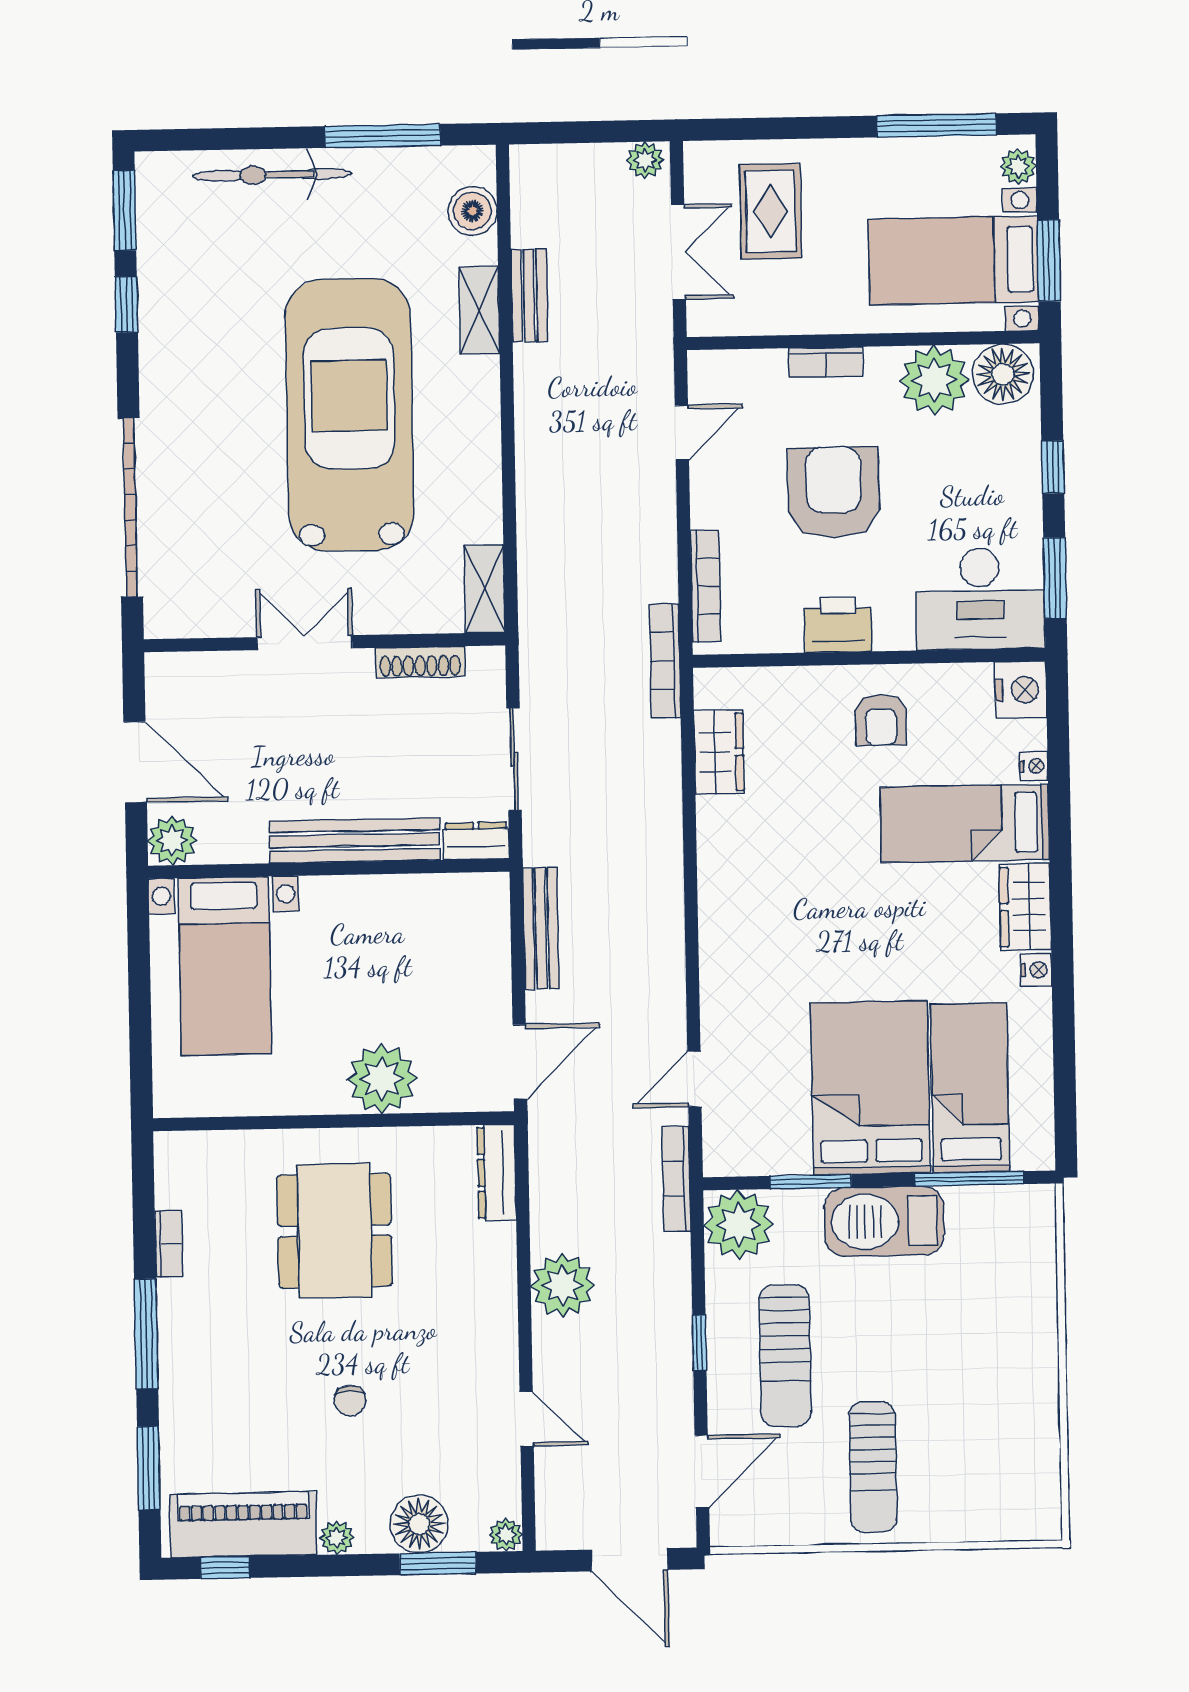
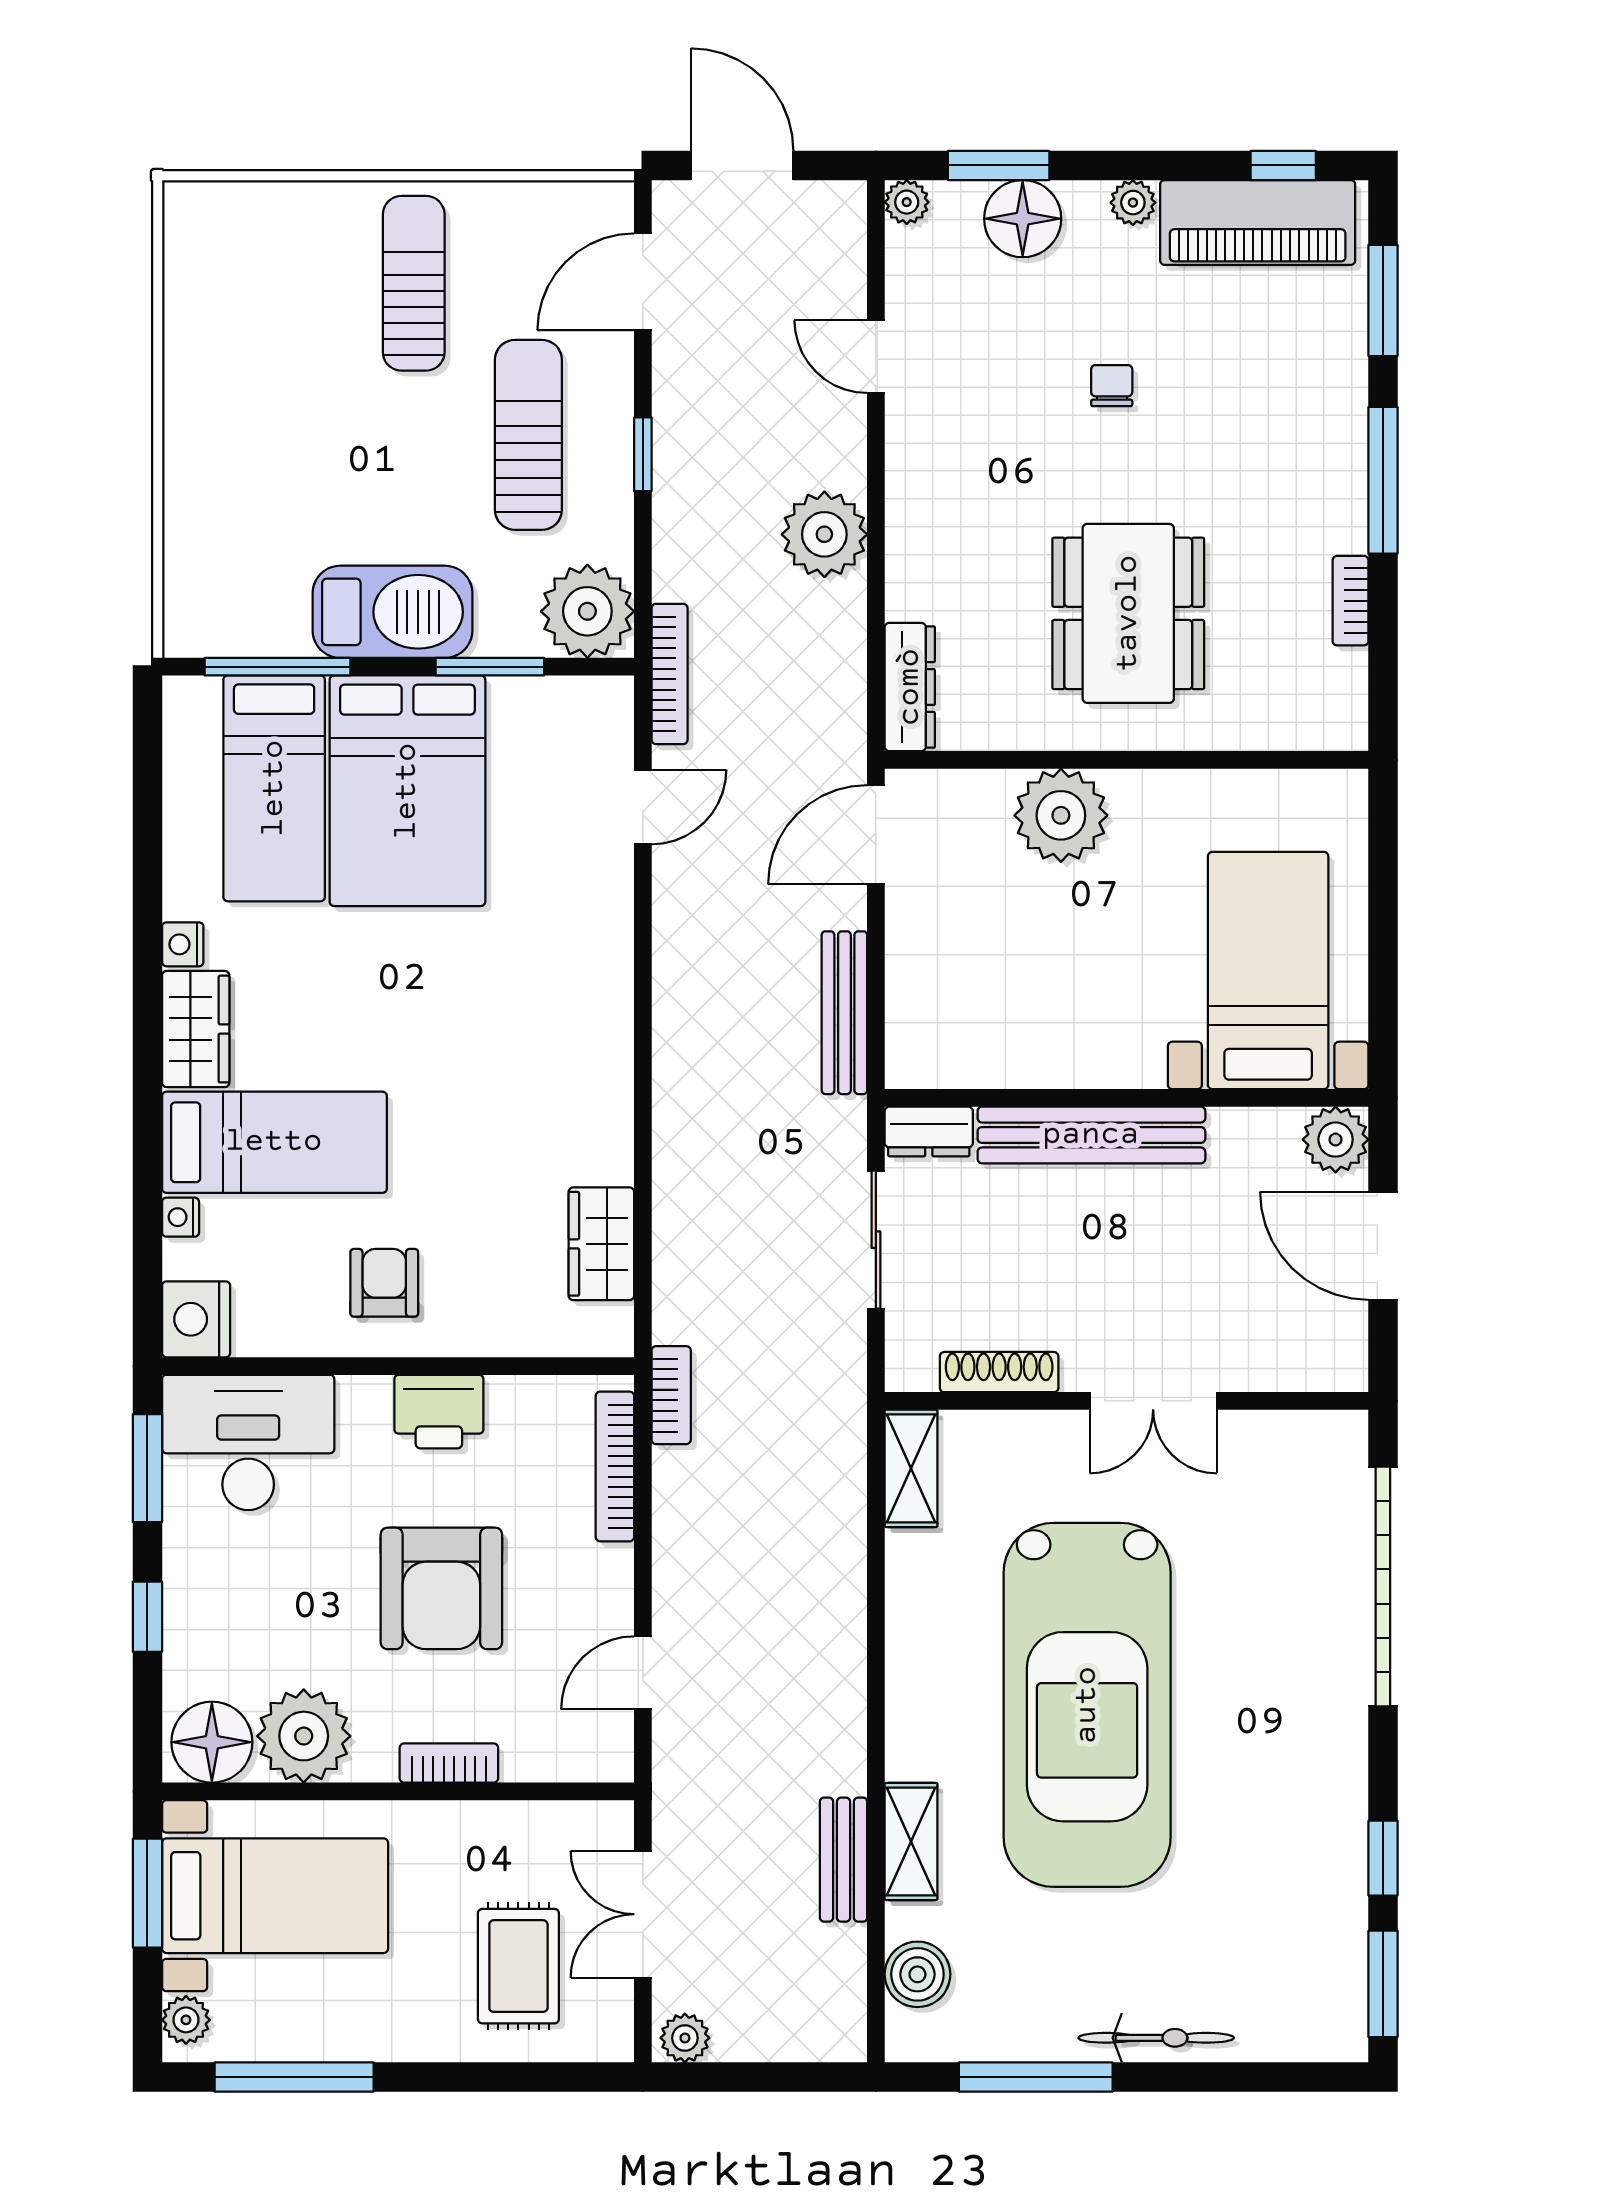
bicycle: (272, 175) -> (1156, 2038), width x0.73, depth x0.71
bookcase: (665, 661) -> (671, 1395), width x0.64

